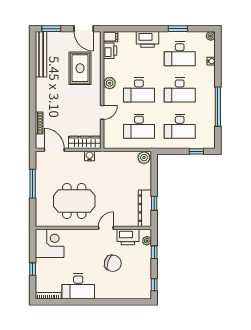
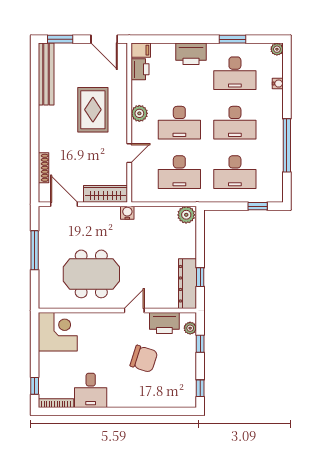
rug: (80, 68) -> (93, 110), moved
water cooler: (90, 156) -> (127, 213), moved
window: (33, 269) -> (35, 386), moved
desk: (78, 286) -> (91, 390), width x0.73

